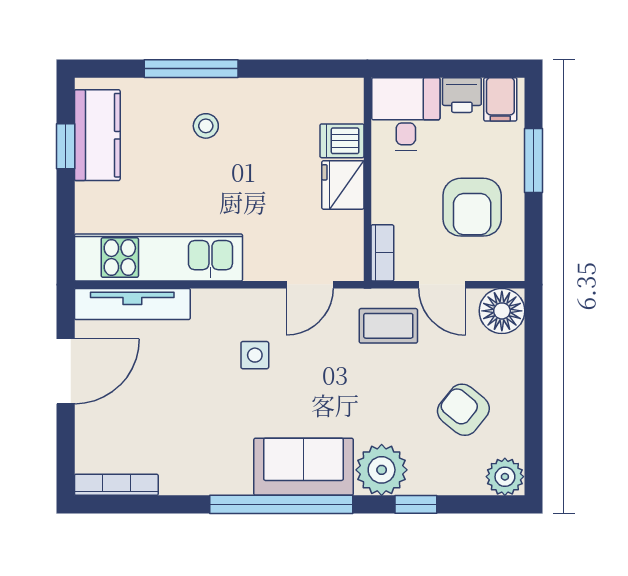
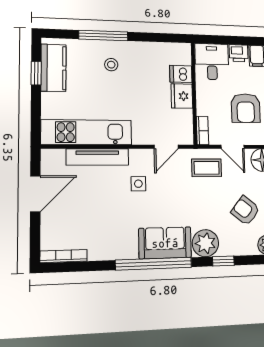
tv unit: (132, 304) -> (97, 157), moved

